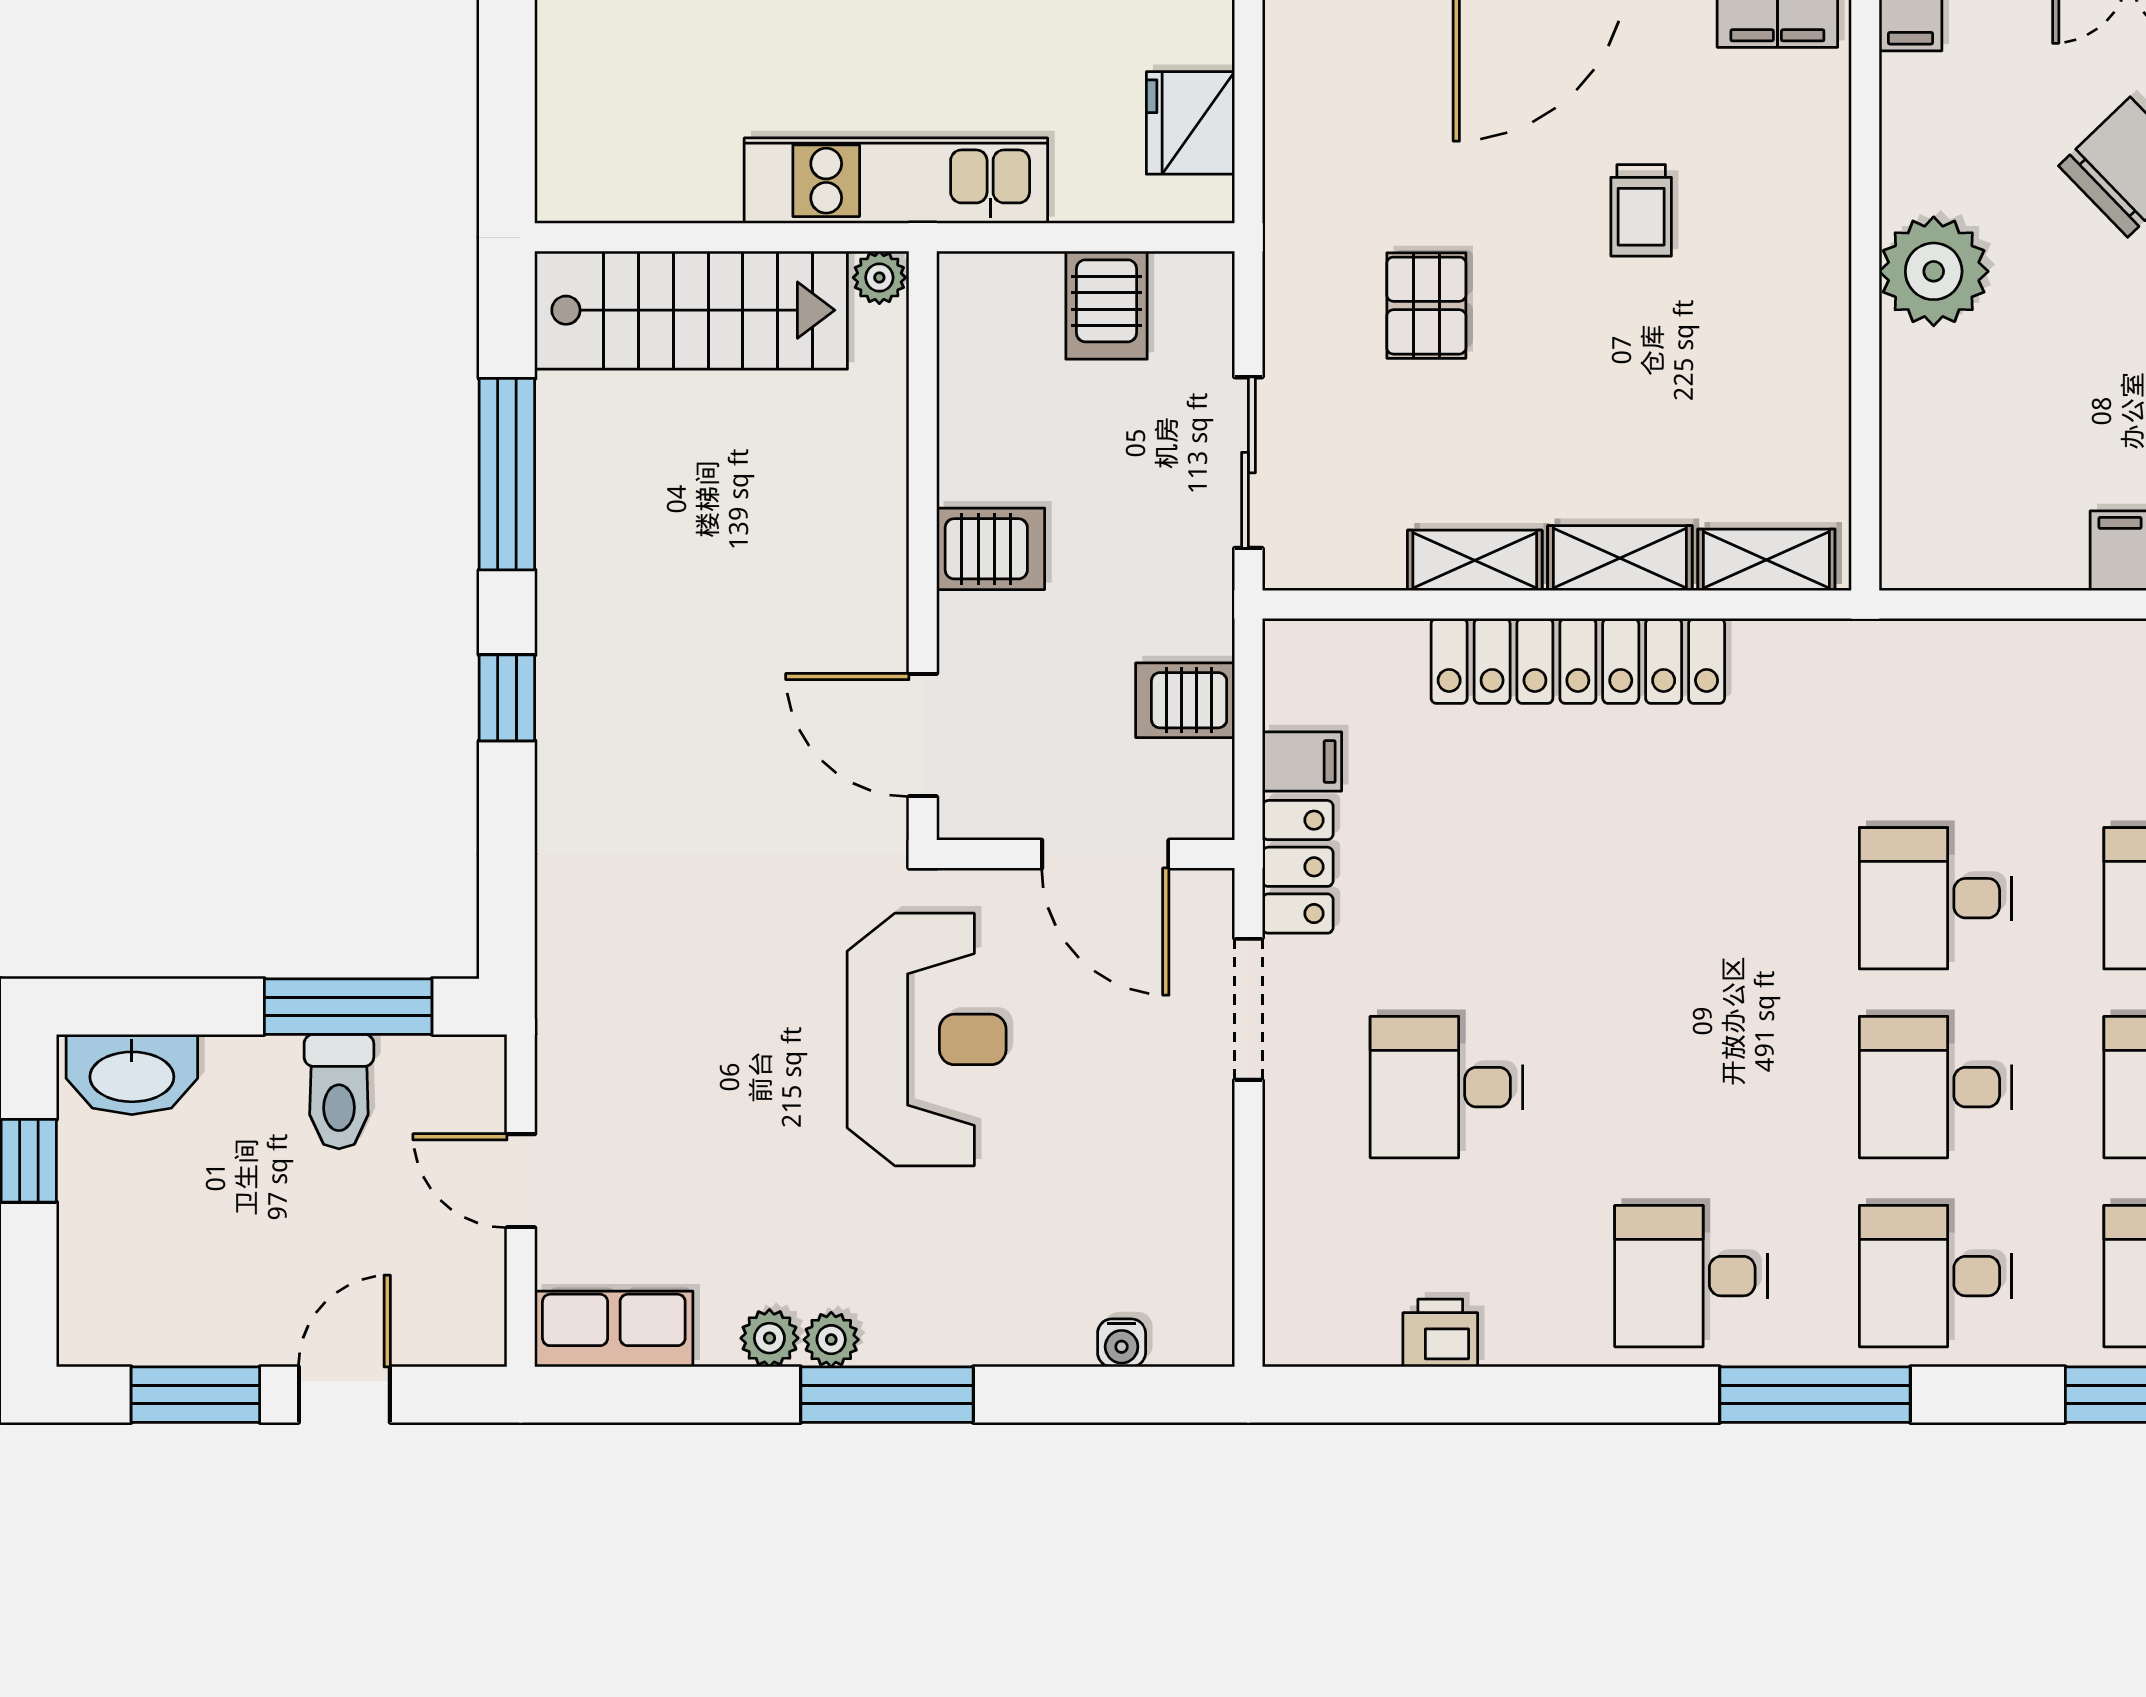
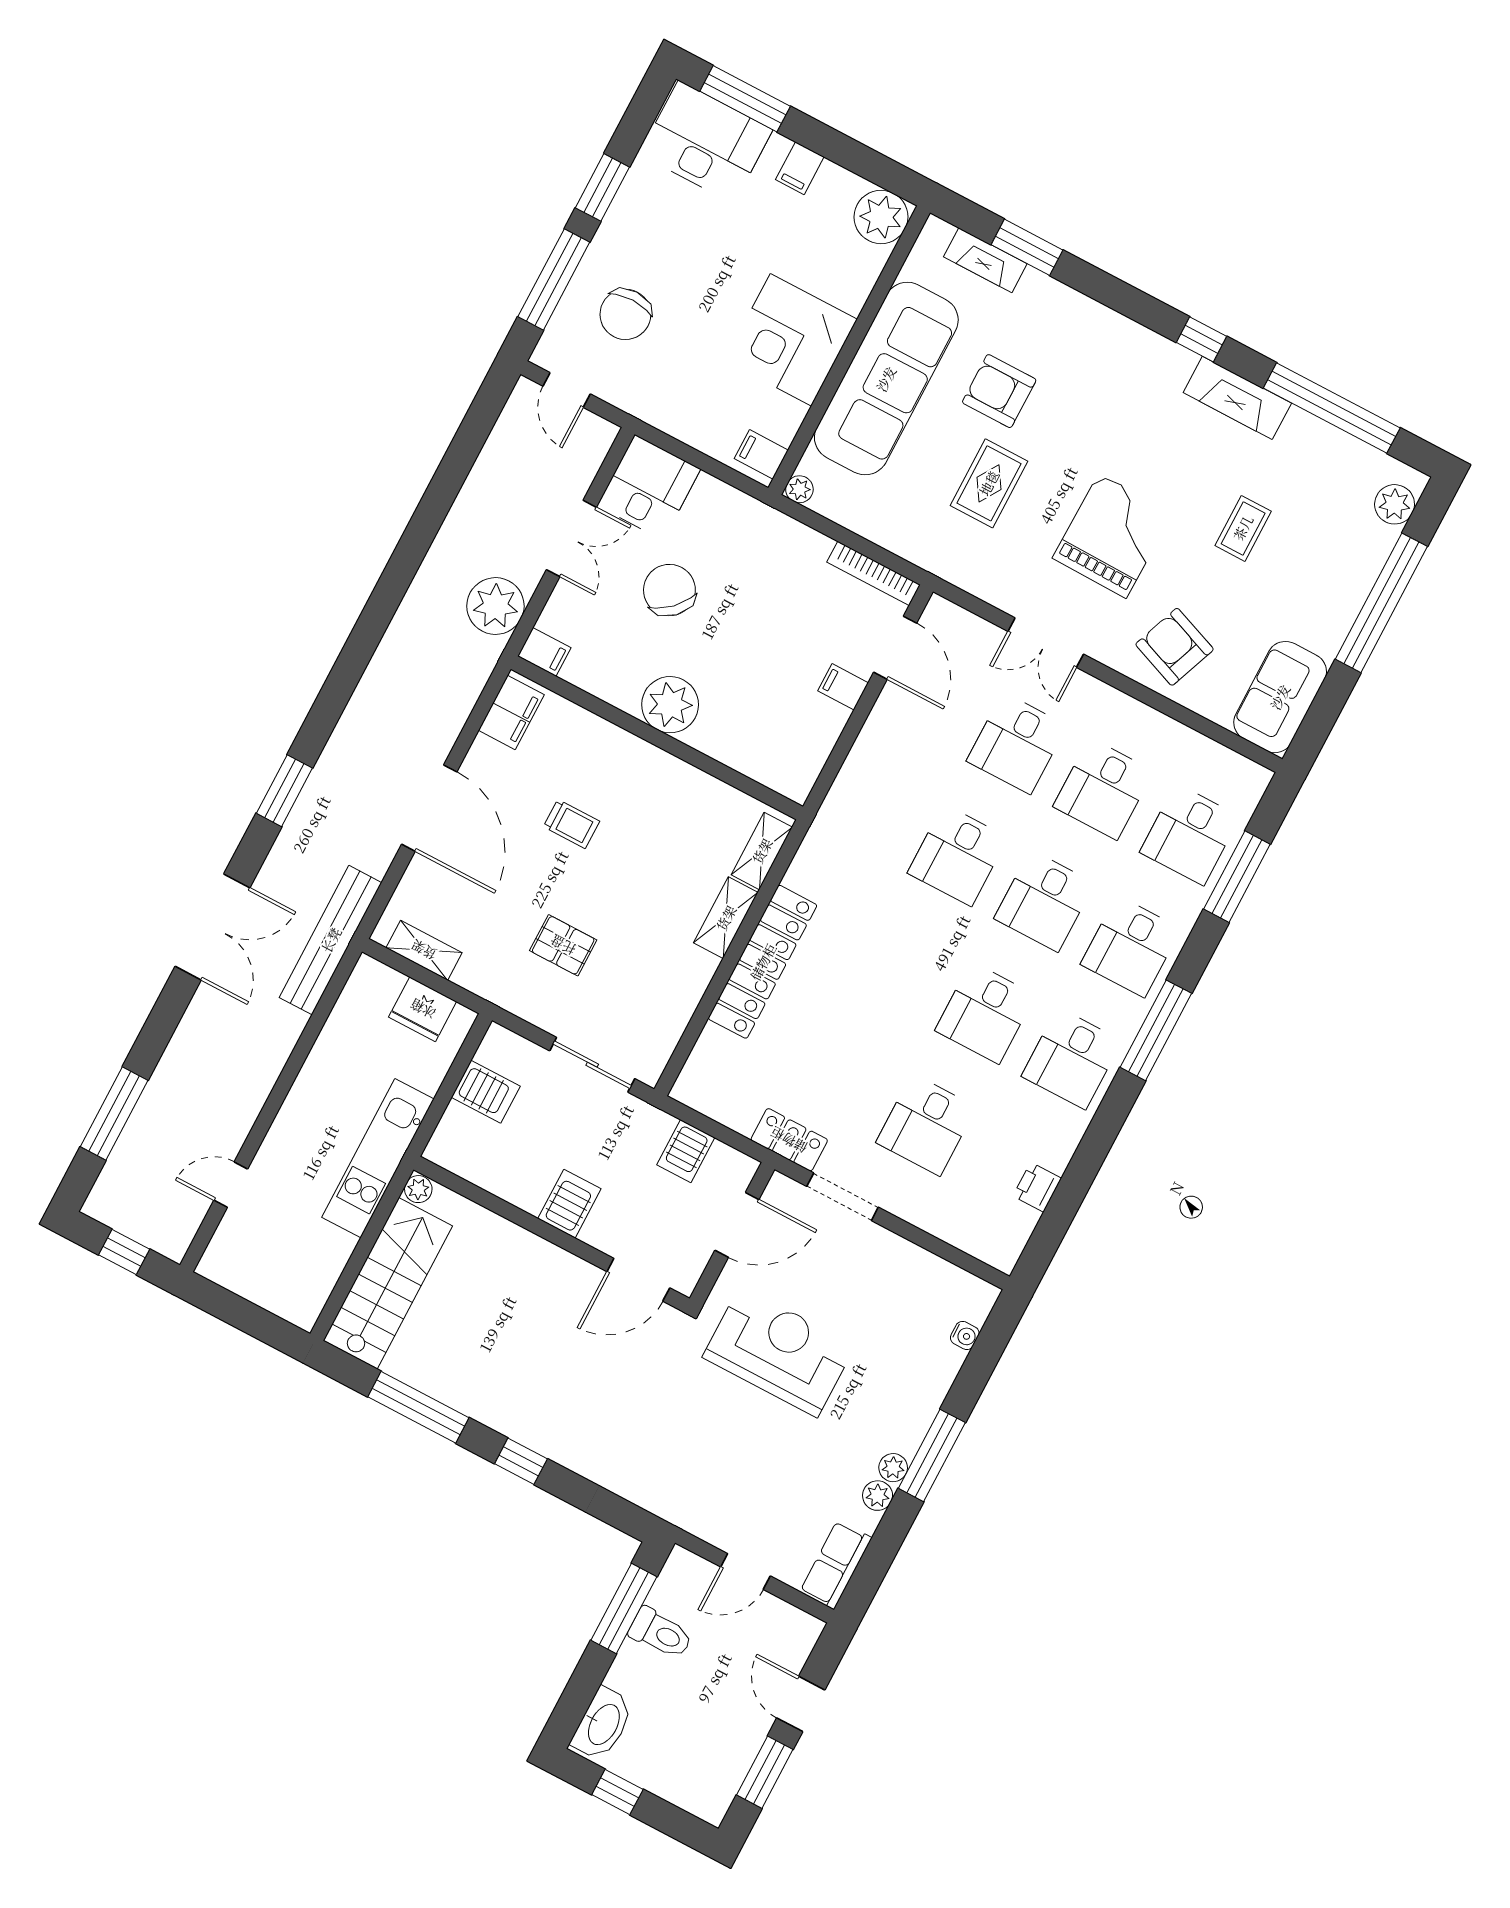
shelving: (1475, 560) -> (424, 950), moved, turned 90
filing cabinet: (1302, 761) -> (742, 1112), removed
desk: (1691, 1087) -> (985, 1013), added

